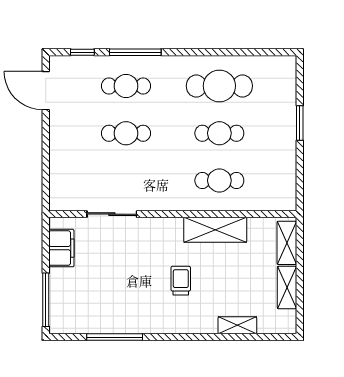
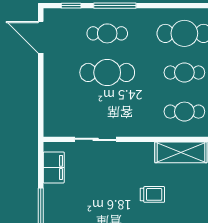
cafe table: (126, 133) -> (107, 72), width x1.37, depth x1.35
trolley: (181, 281) -> (152, 194), turned 90

